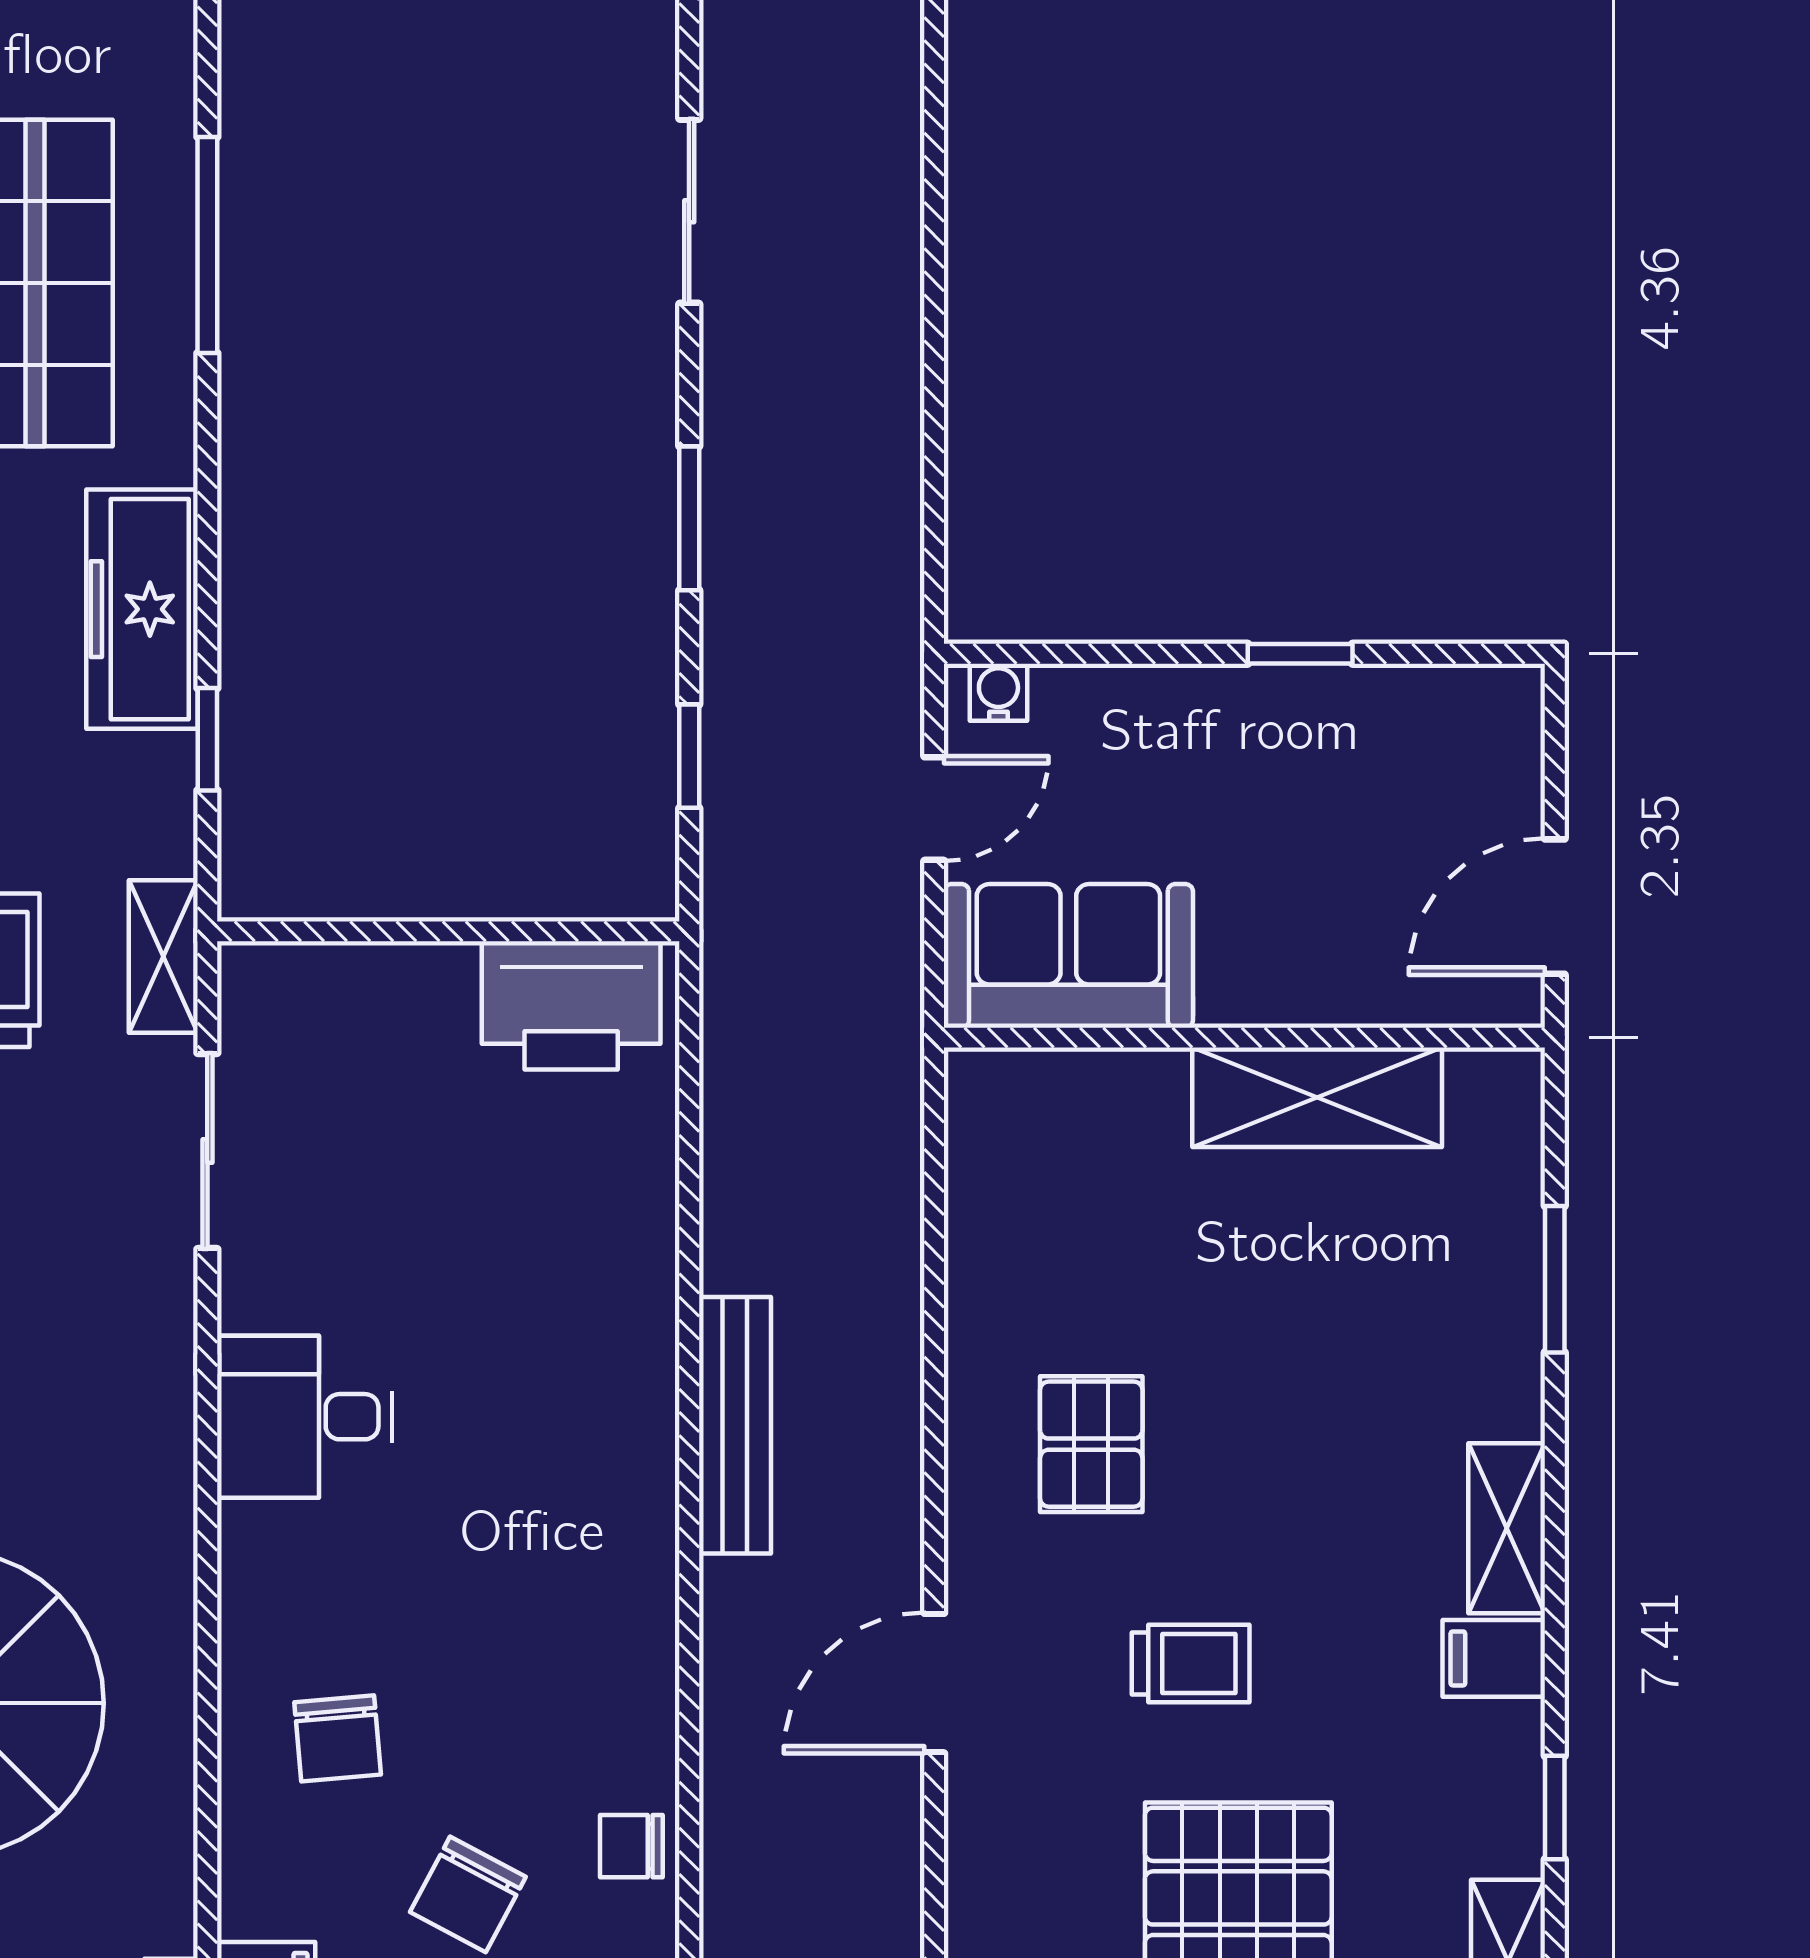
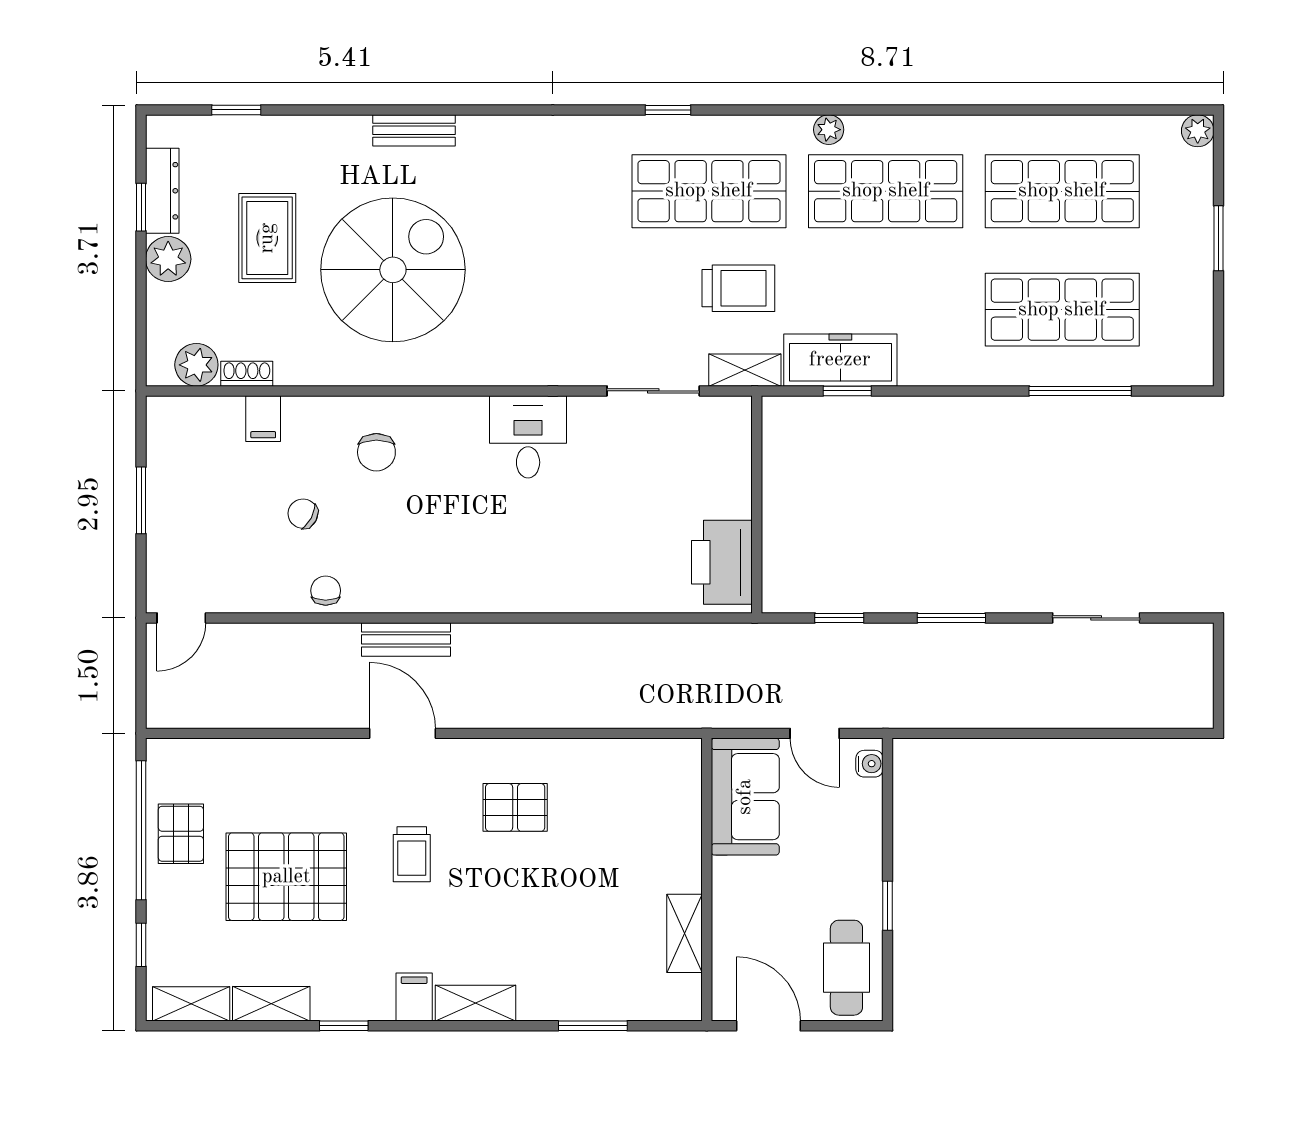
freezer: (142, 609) -> (840, 360), moved
cafe table: (1431, 741) -> (846, 968), added
shelving: (1317, 1097) -> (684, 933), width x0.67, depth x0.75
bench: (735, 1425) -> (406, 639), moved, width x0.73
chair: (338, 1738) -> (376, 452), turned -85
chair: (468, 1894) -> (303, 514), width x0.73, depth x0.73

